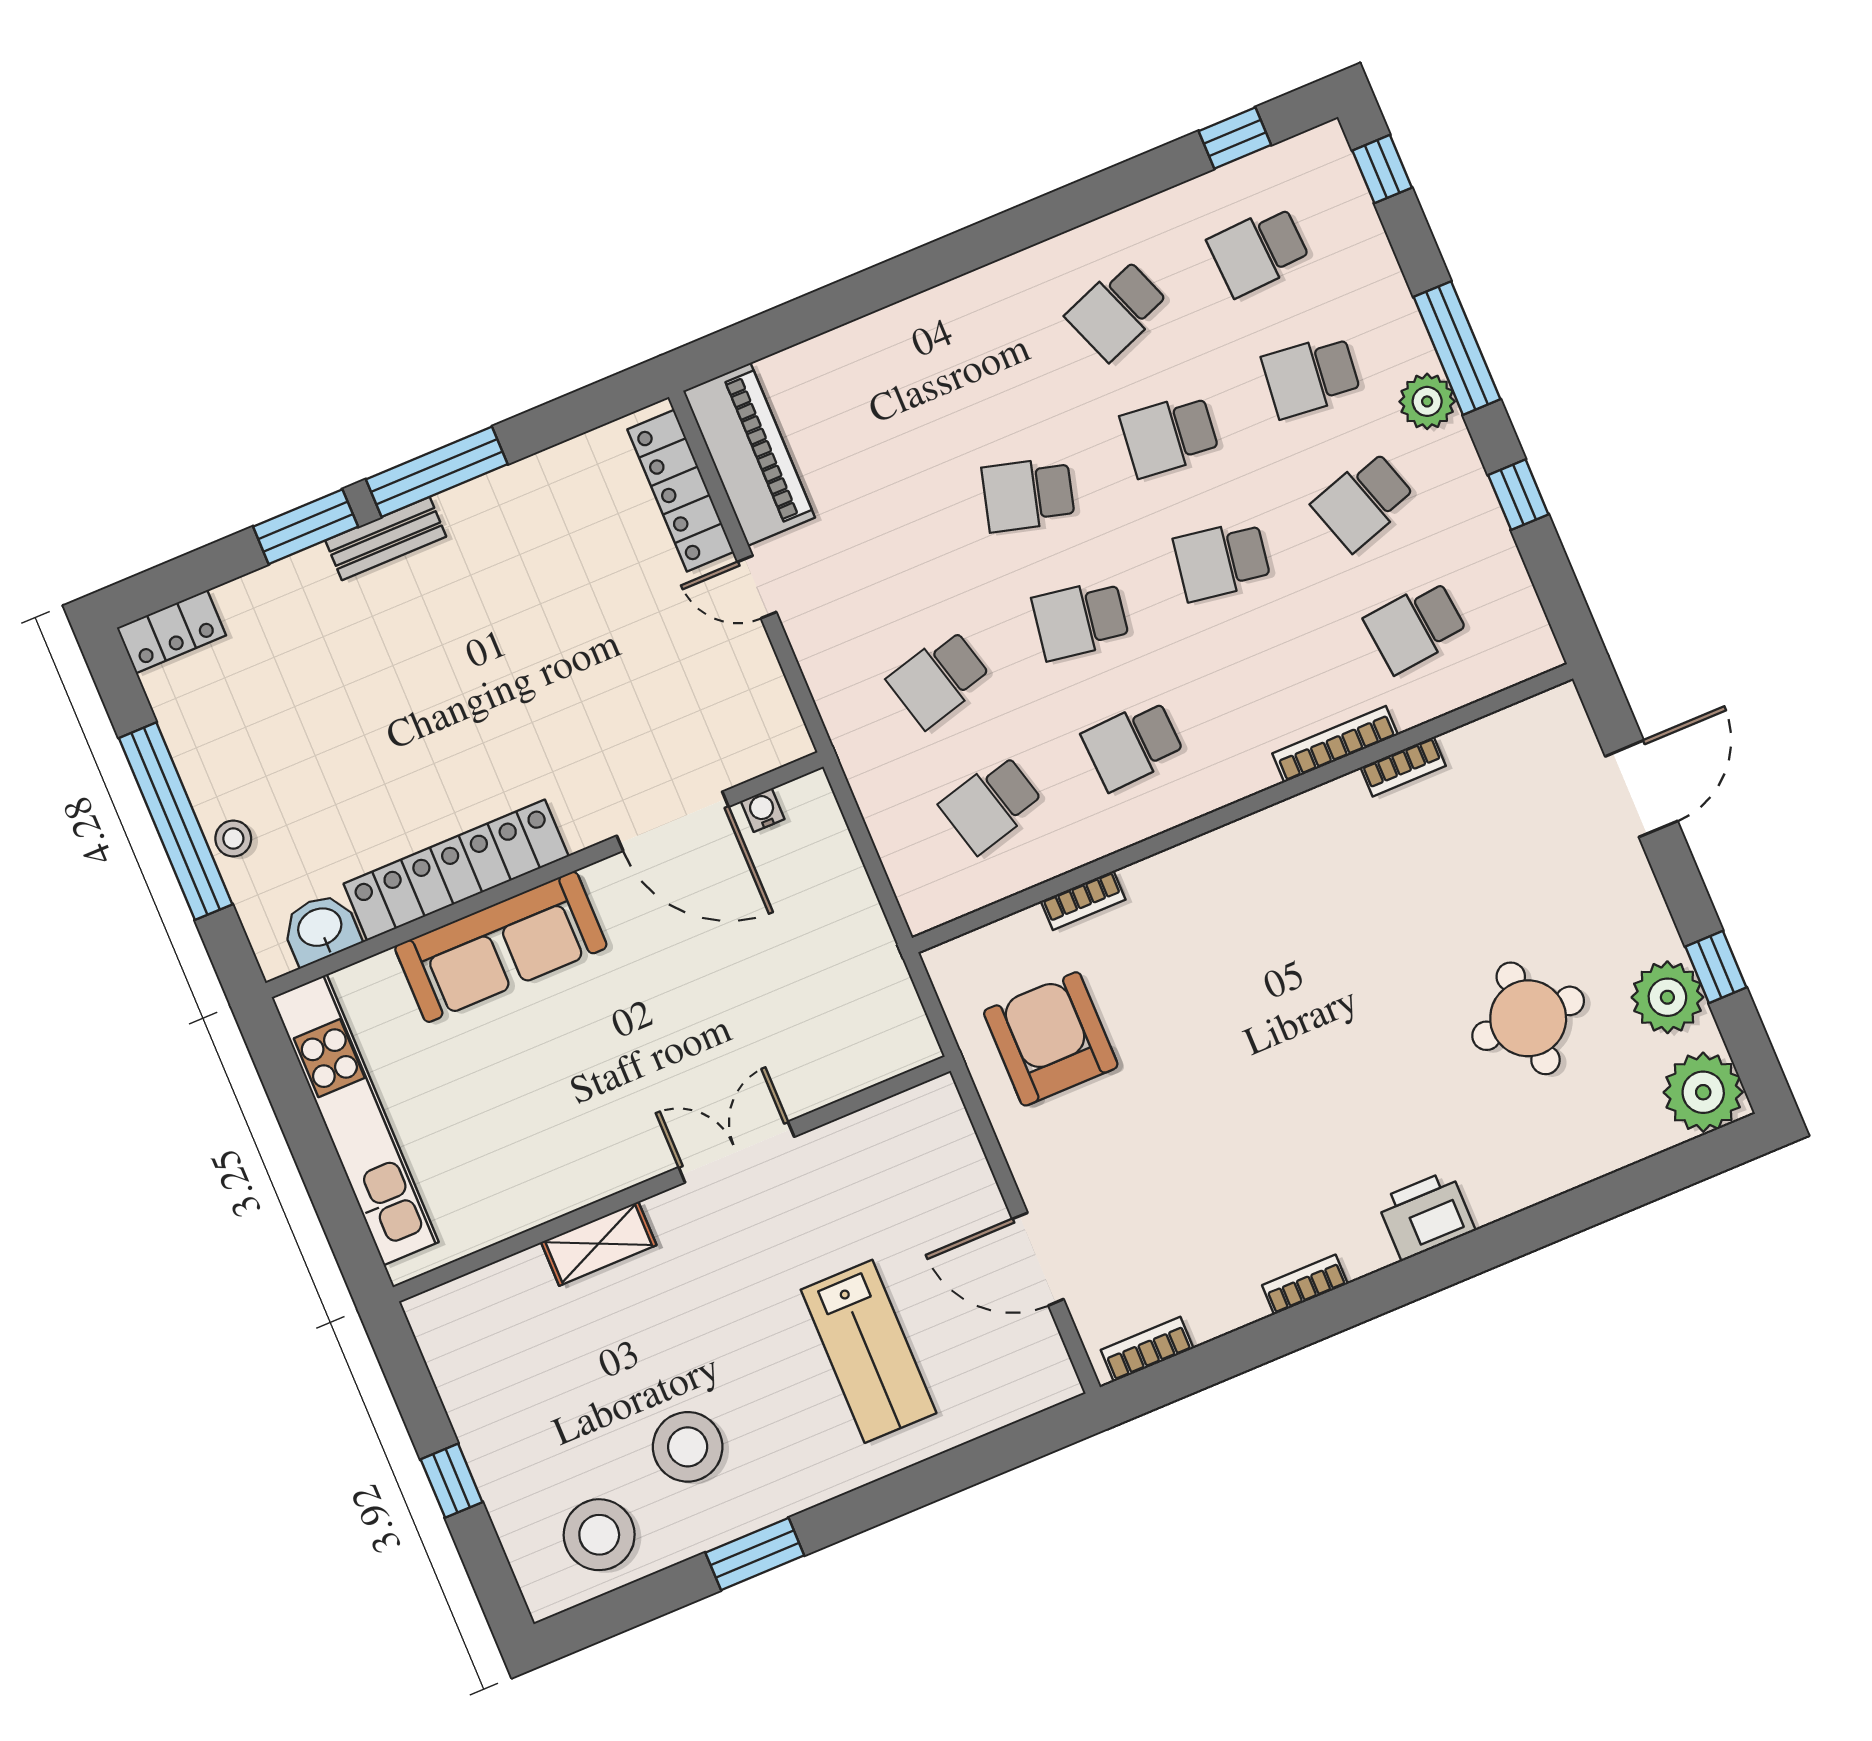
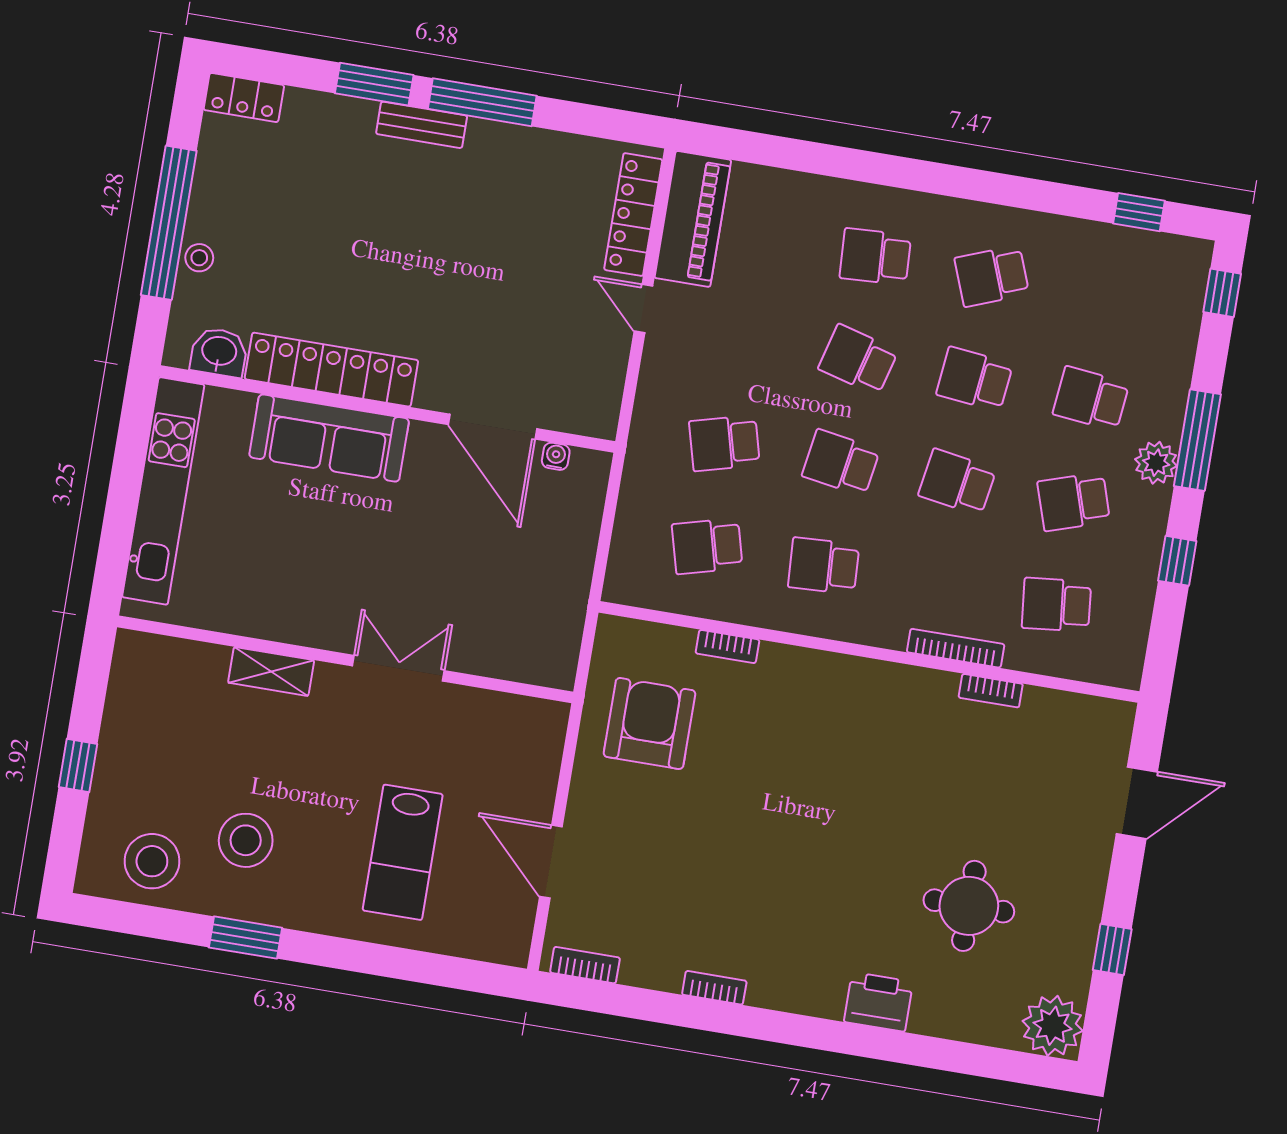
school desk: (1259, 251) -> (875, 257), moved
plant: (1667, 997) -> (1068, 949), removed
printer: (1426, 1215) -> (878, 1002), moved

